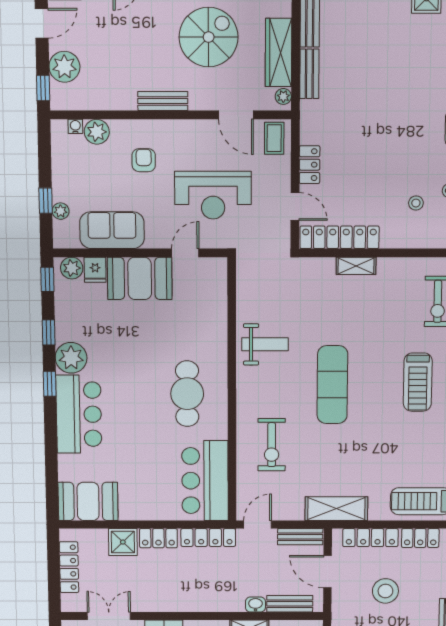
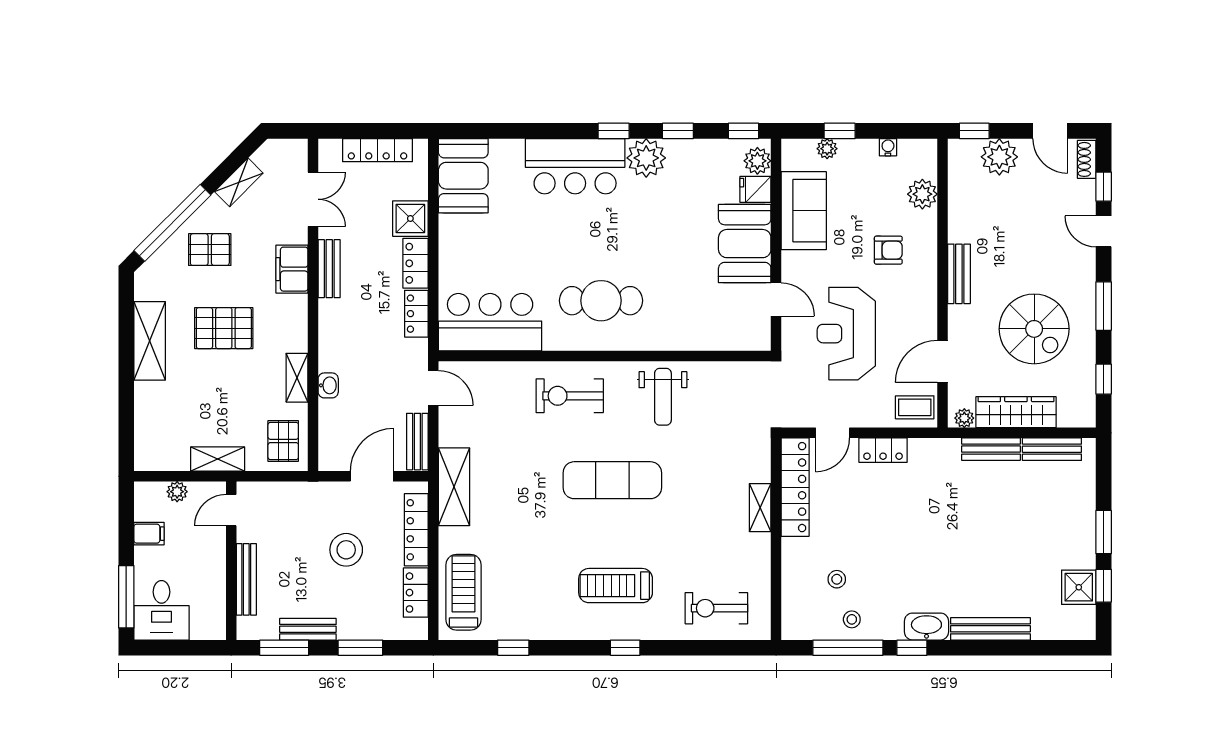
water cooler: (75, 126) -> (888, 147), moved, turned -90
exercise bike: (272, 445) -> (570, 396), moved
locker: (208, 538) -> (416, 314), width x0.66
bench: (290, 604) -> (329, 269), moved

